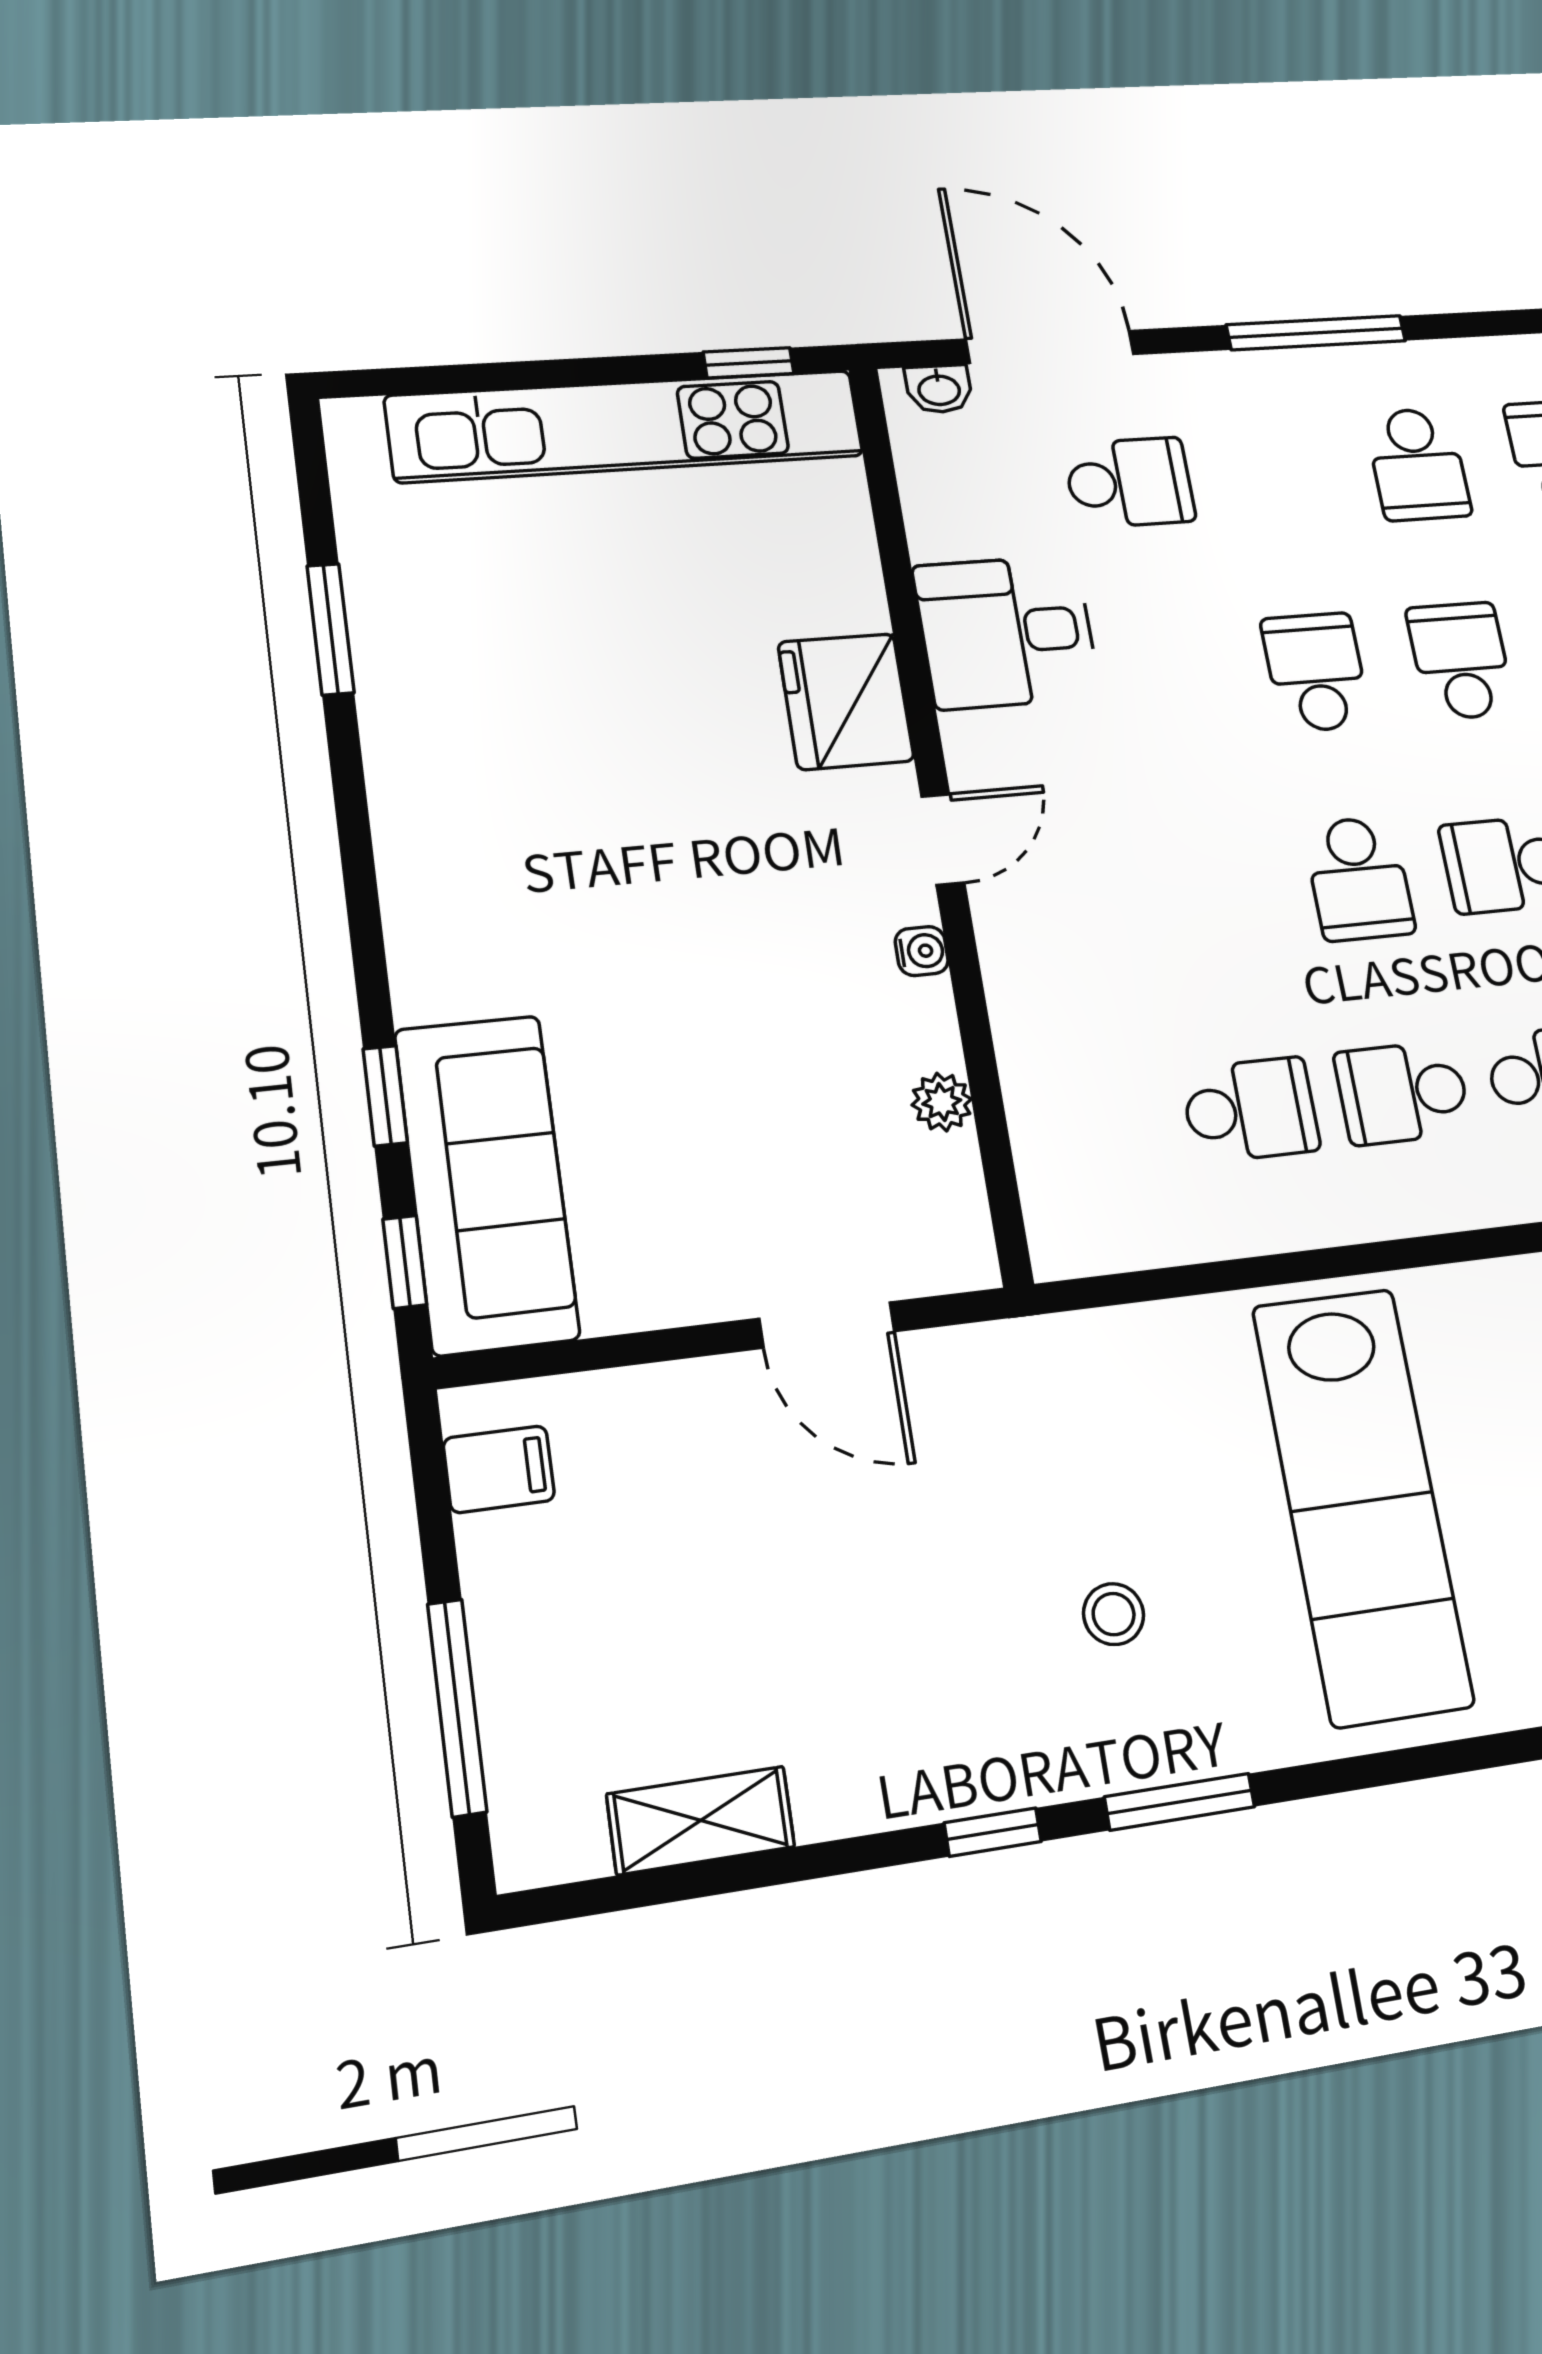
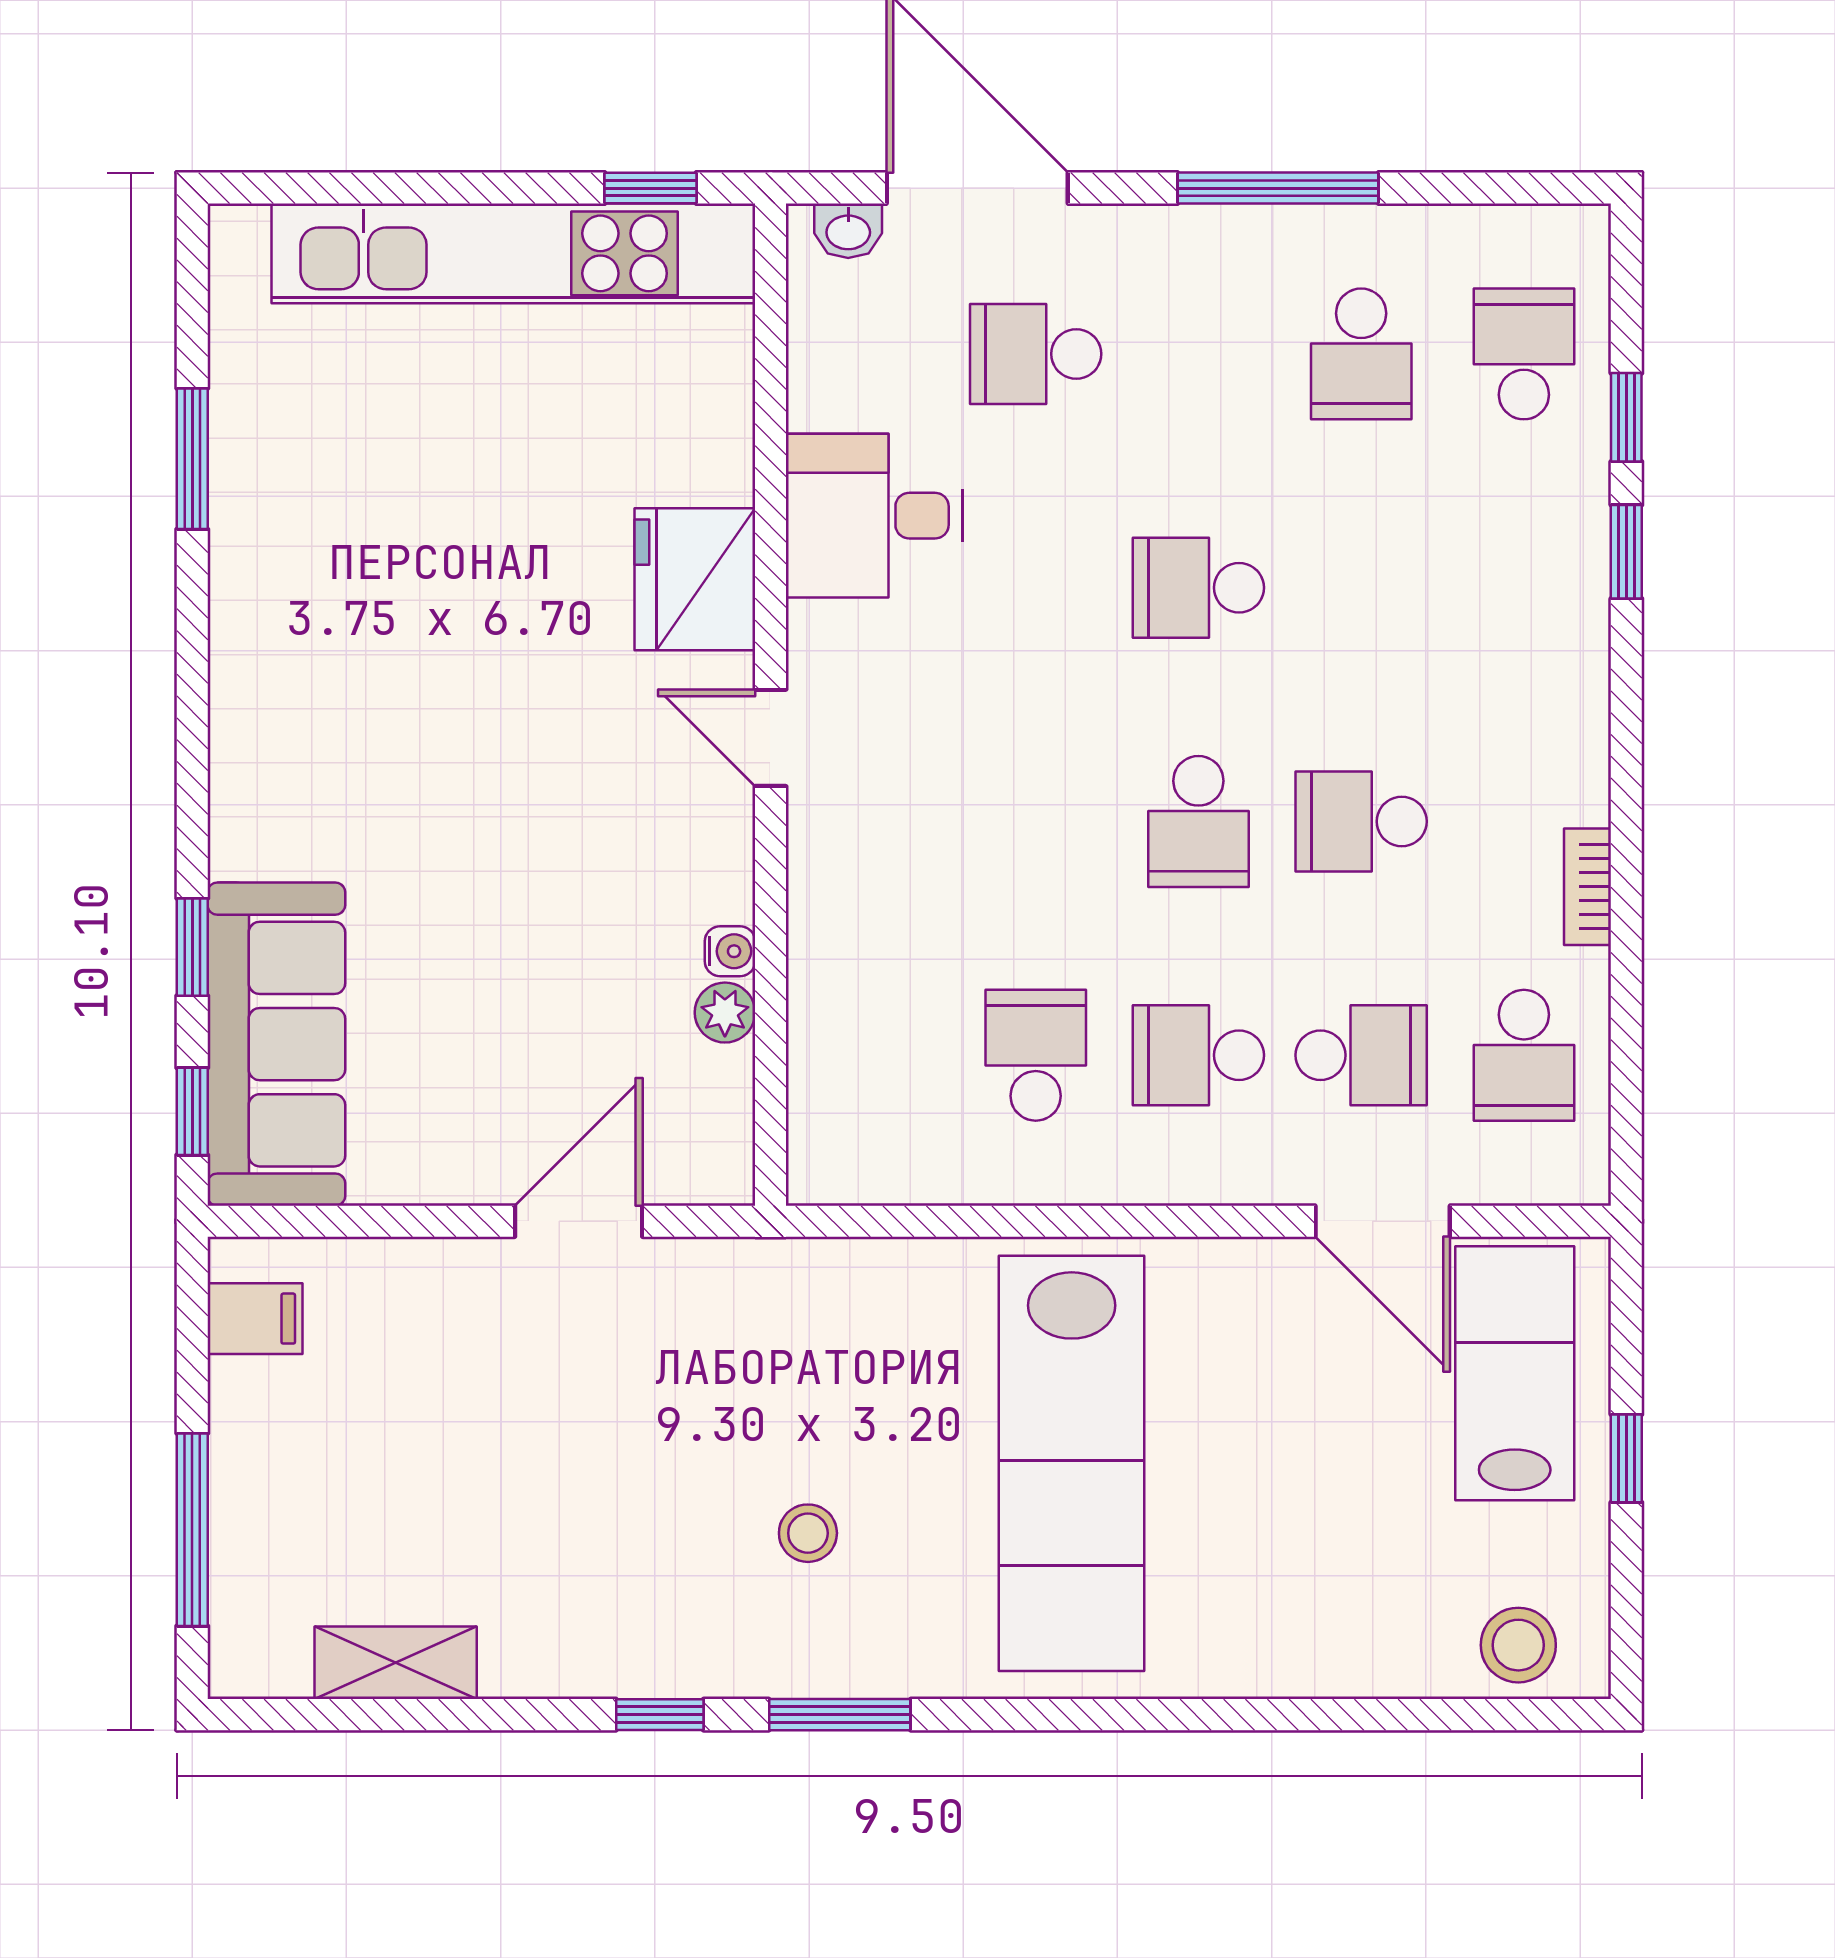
school desk: (1129, 483) -> (1036, 354), turned 180
school desk: (1461, 661) -> (1361, 588), removed
school desk: (1316, 672) -> (1198, 588), turned -90
door: (943, 839) -> (770, 738), swing flipped
water cooler: (922, 951) -> (730, 951), moved
school desk: (1250, 1110) -> (1036, 1055), turned -90
door: (827, 1325) -> (579, 1221), swing flipped

